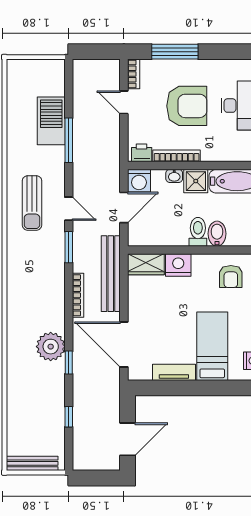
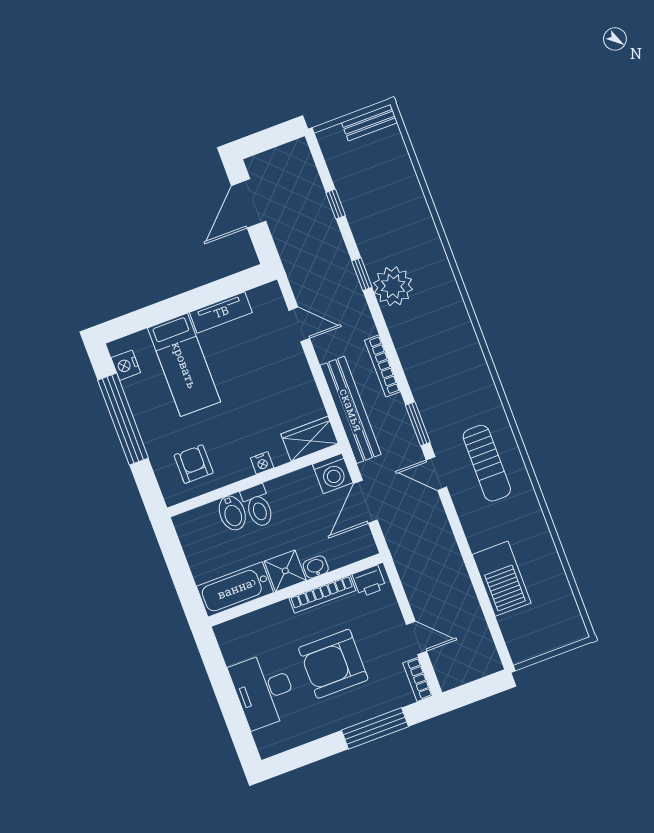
window: (69, 140) -> (470, 562), removed
washing machine: (139, 181) -> (333, 473), moved, turned 180
sun lounger: (32, 203) -> (487, 463), turned 180
nightstand: (178, 265) -> (262, 463), width x0.53, depth x0.56
door: (124, 344) -> (299, 324), width x0.53
bench: (32, 463) -> (369, 123), width x0.73

